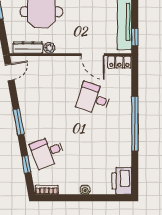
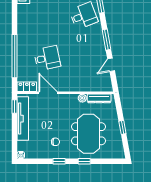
door: (10, 72) -> (111, 65), moved
desk: (94, 98) -> (47, 58), turned -30
window: (135, 124) -> (15, 56), moved

